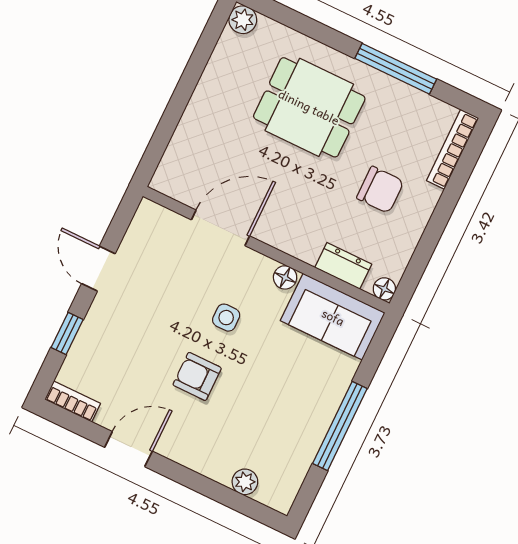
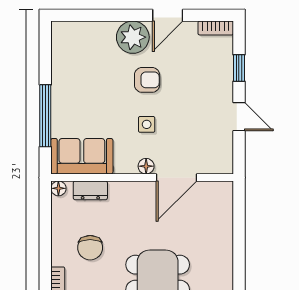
chair: (380, 190) -> (90, 248), turned -90
floor lamp: (285, 277) -> (146, 166), moved
window: (340, 426) -> (45, 116), moved
plant: (245, 482) -> (133, 37), moved, width x1.88, depth x1.88

